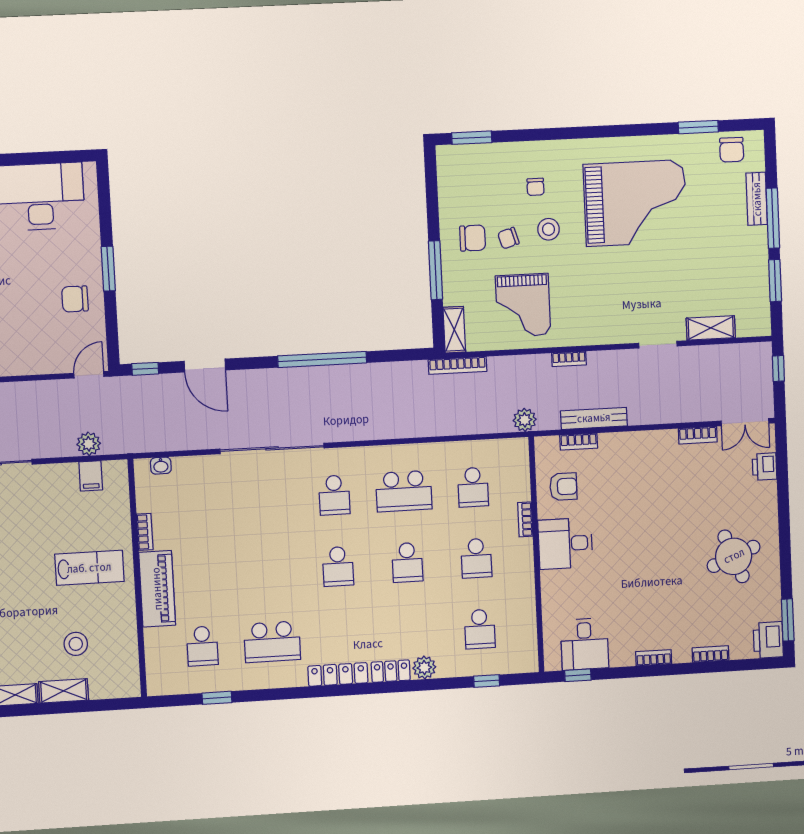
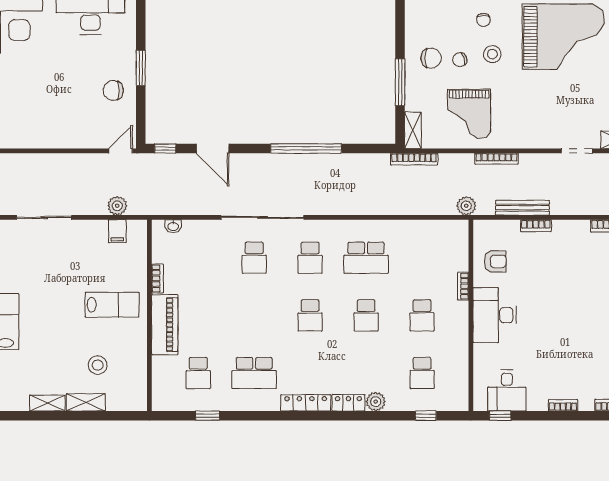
bookcase: (569, 359) -> (496, 159), width x1.56
bookcase: (579, 442) -> (536, 226), moved
school desk: (473, 487) -> (254, 258), moved
desk: (565, 543) -> (495, 315), width x1.37

